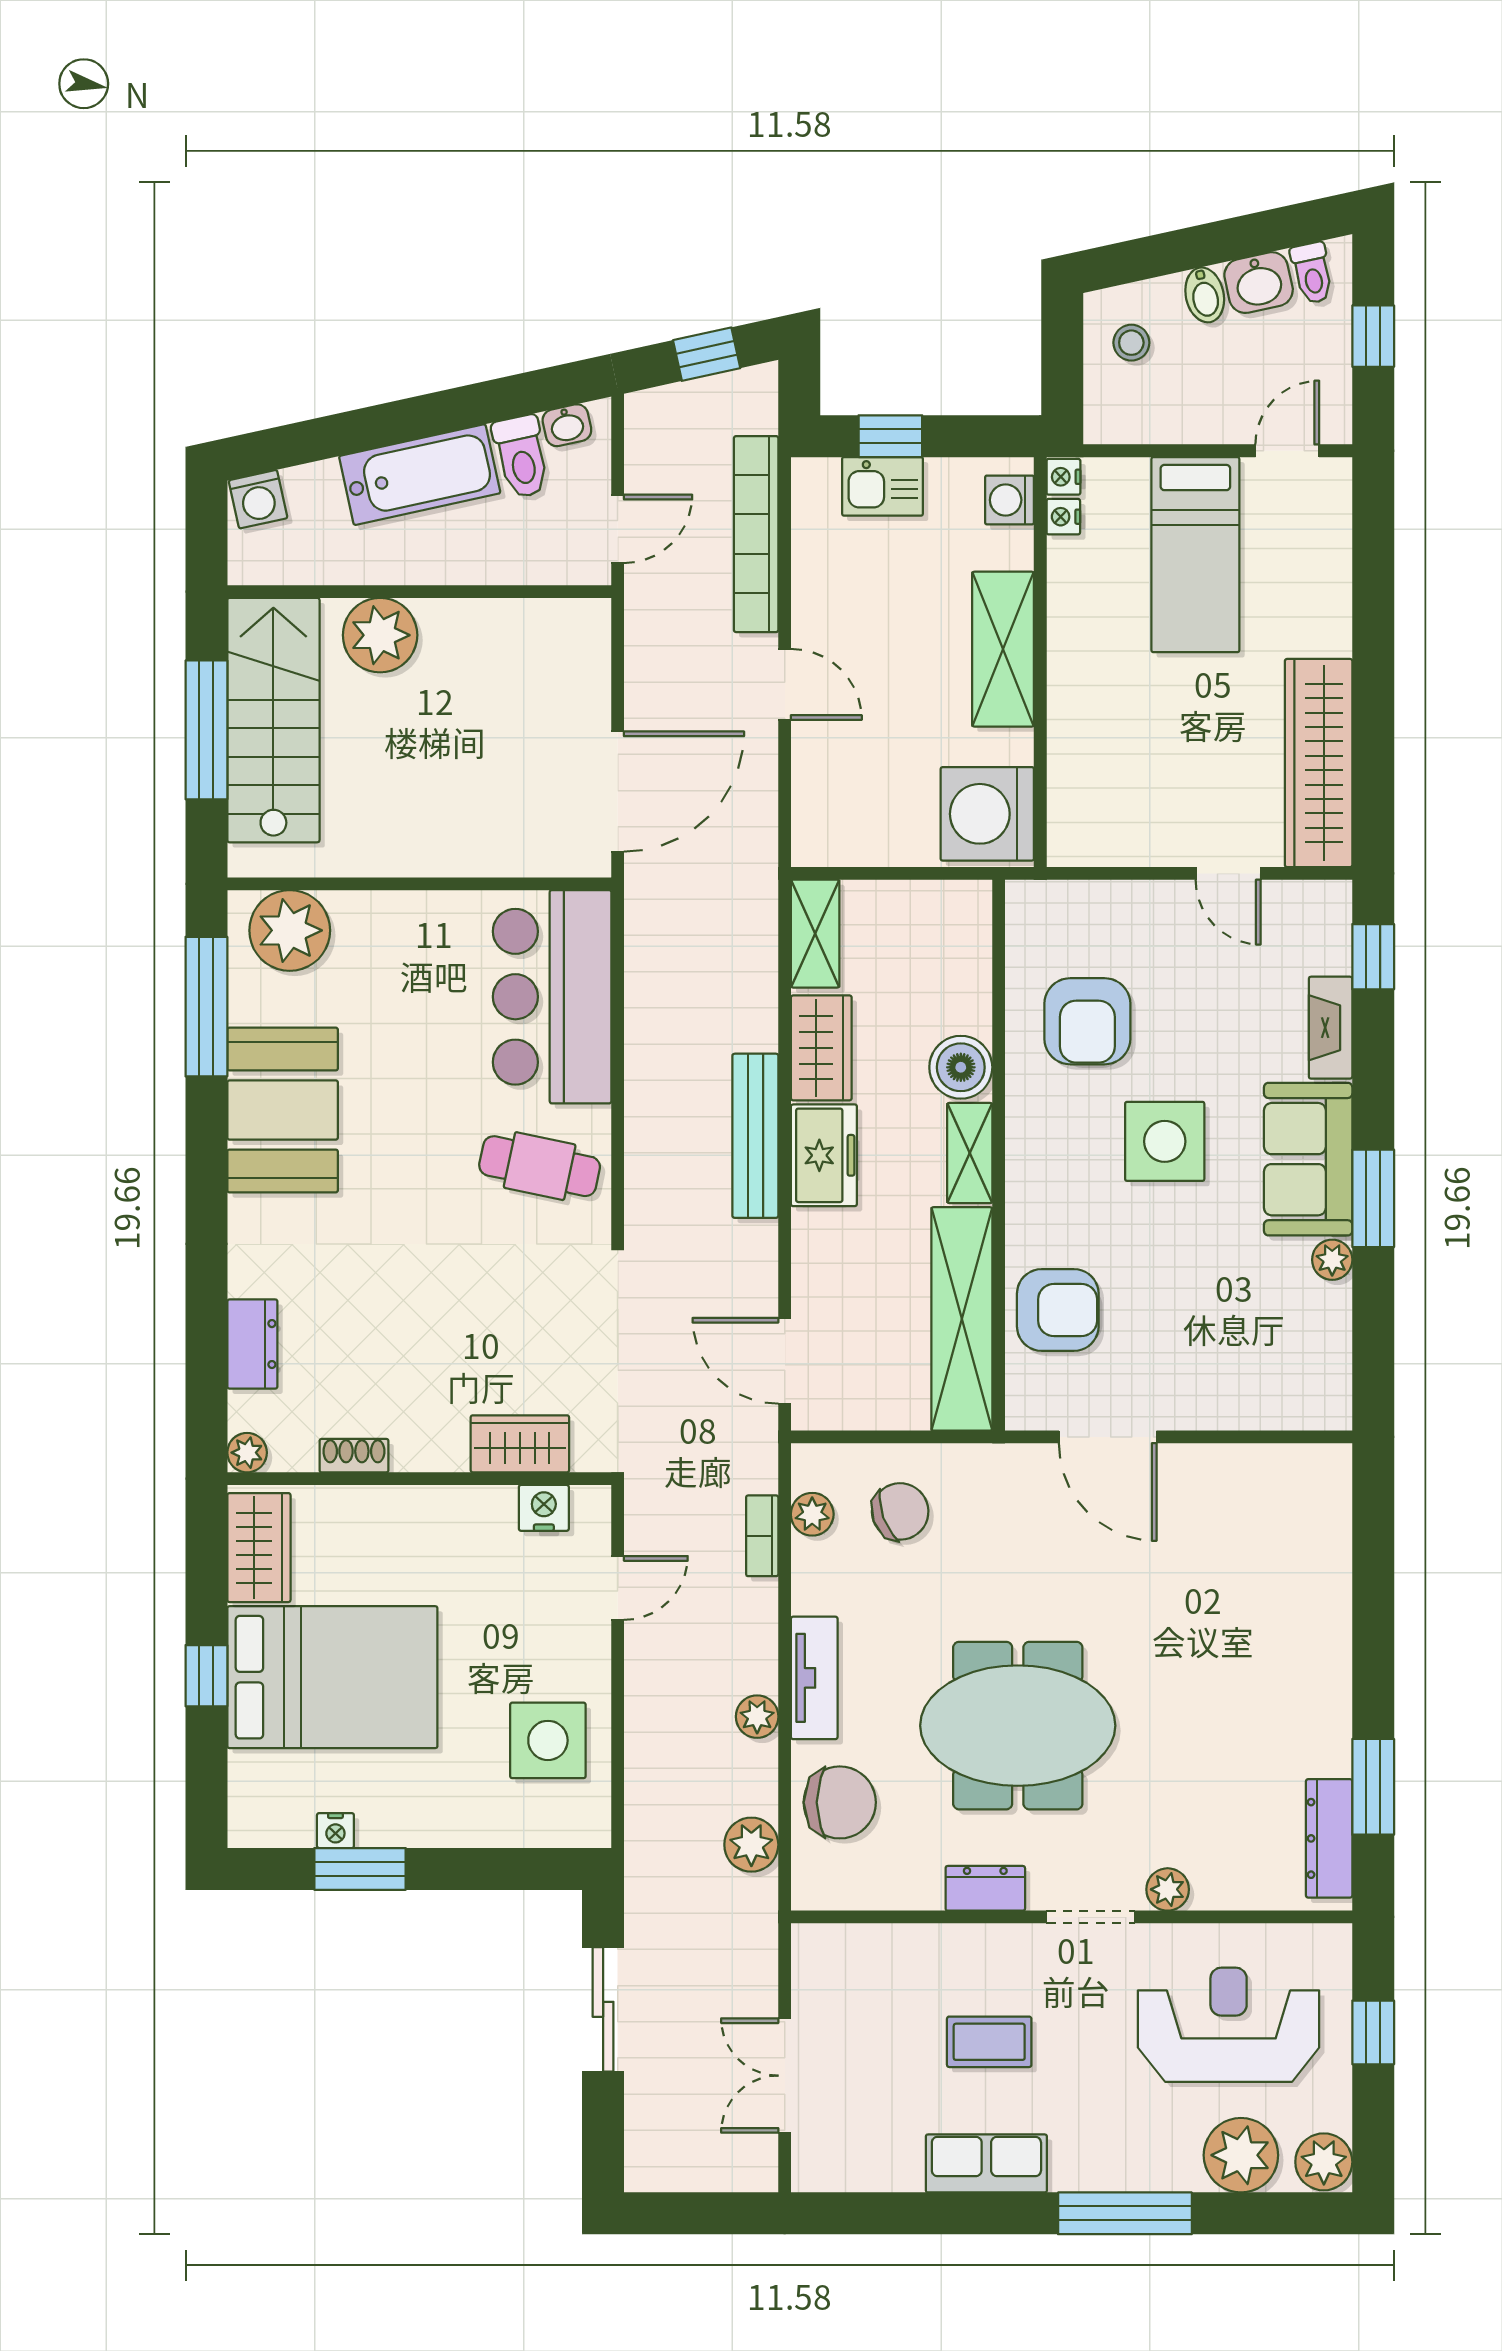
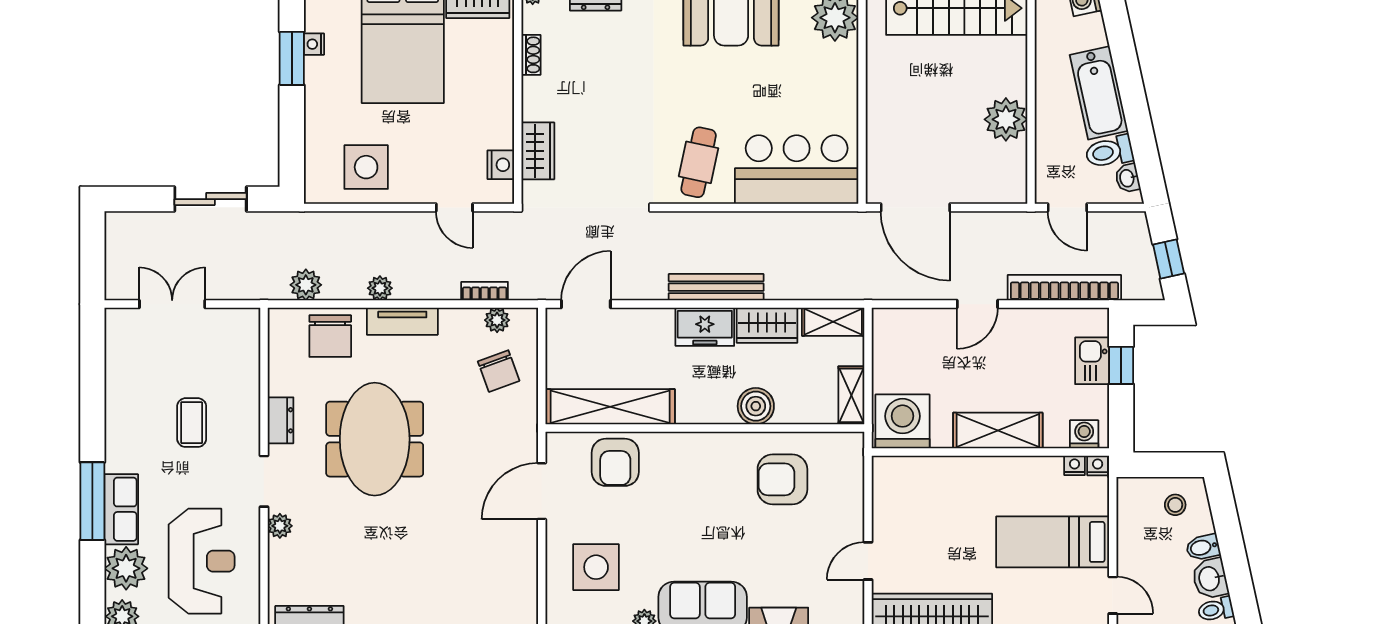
plant: (380, 635) -> (1006, 119), moved
side table: (1165, 1141) -> (596, 567), moved
shelving: (970, 1153) -> (851, 395), moved, turned 90
row of seats: (986, 2163) -> (121, 509), moved

